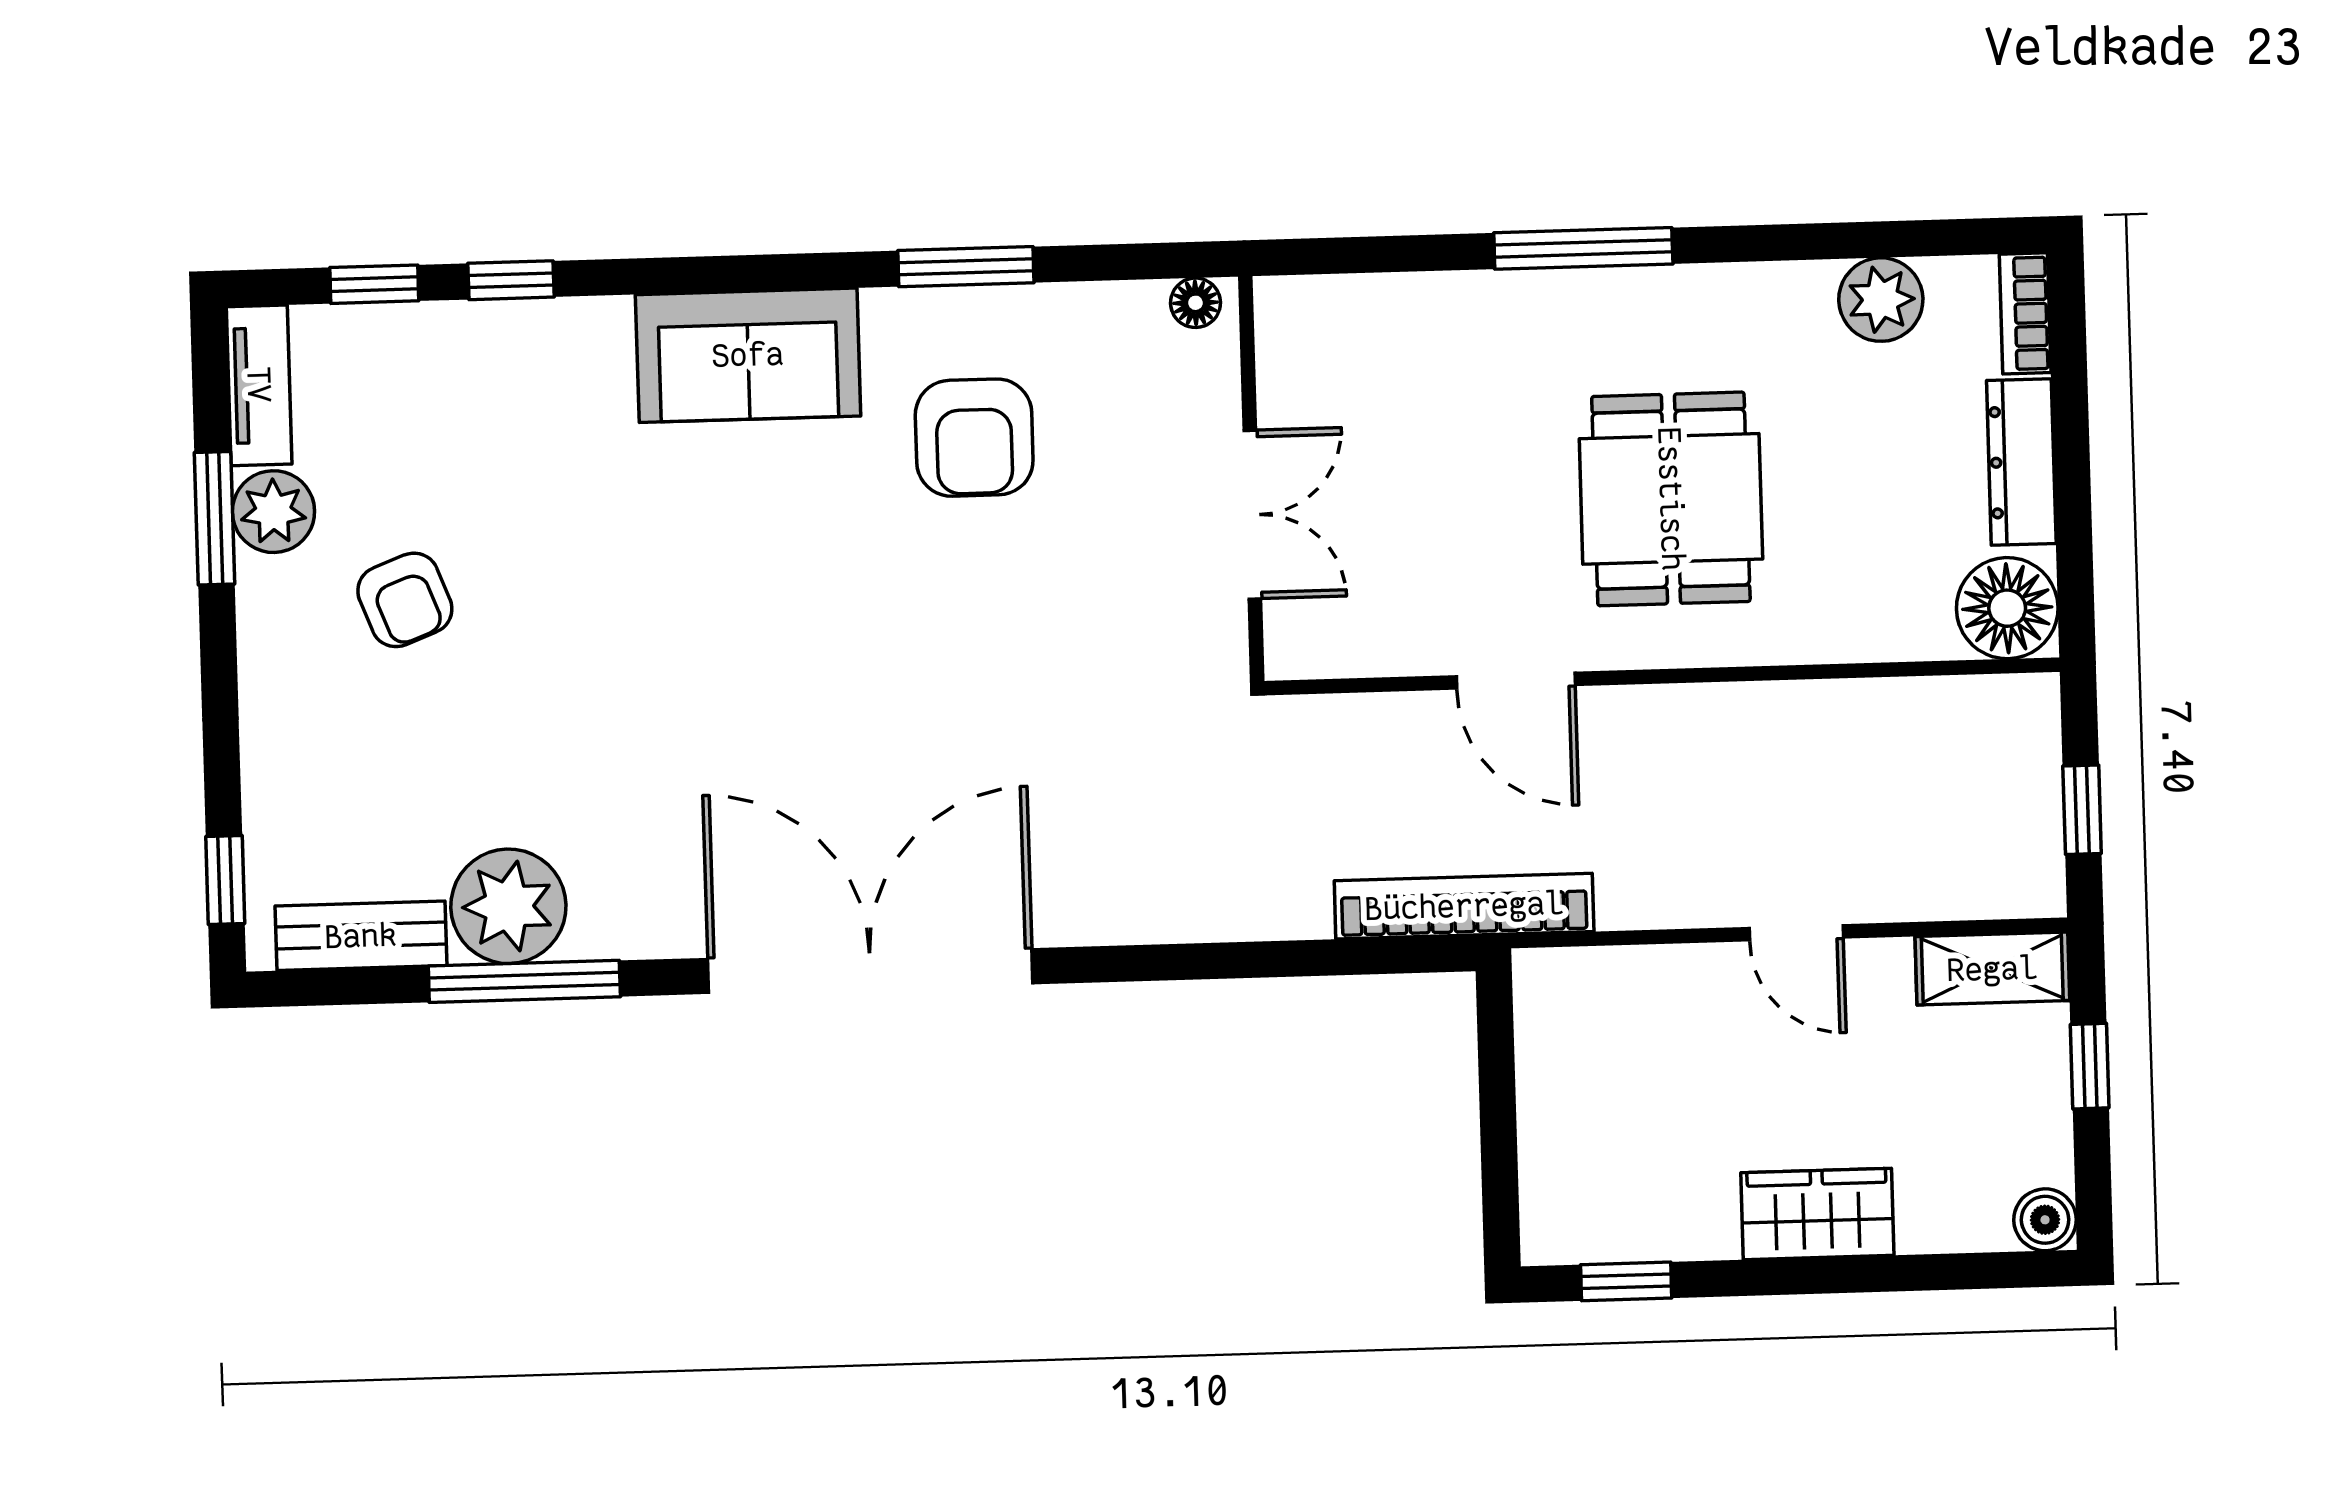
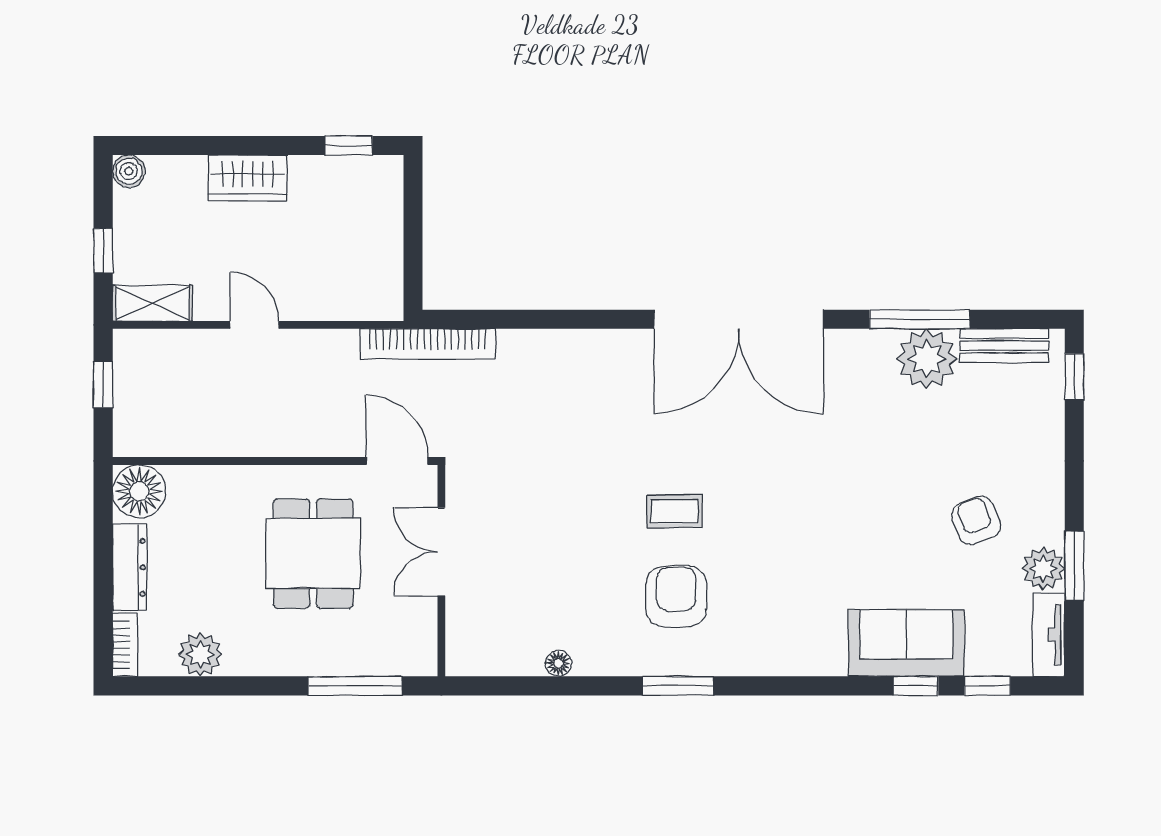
sofa: (748, 355) -> (906, 643), moved
wall: (1251, 479) -> (441, 571), moved
double door: (1252, 515) -> (441, 552), moved
coffee table: (982, 600) -> (674, 511), added

